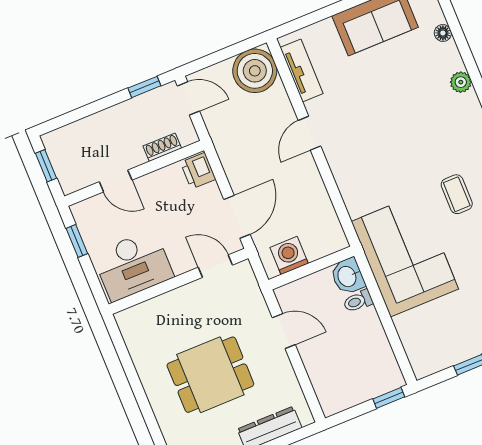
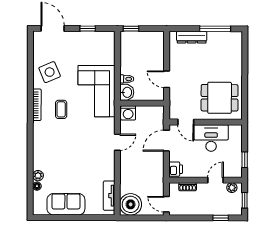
plant: (461, 82) -> (38, 176), moved
window: (144, 87) -> (221, 218), moved
door: (310, 133) -> (117, 142), moved
plant: (79, 180) -> (232, 188), added
door: (116, 181) -> (215, 180), hinge flipped
washing machine: (289, 256) -> (128, 113), moved
desk: (133, 265) -> (211, 138), moved
dining table: (210, 375) -> (220, 98), moved

